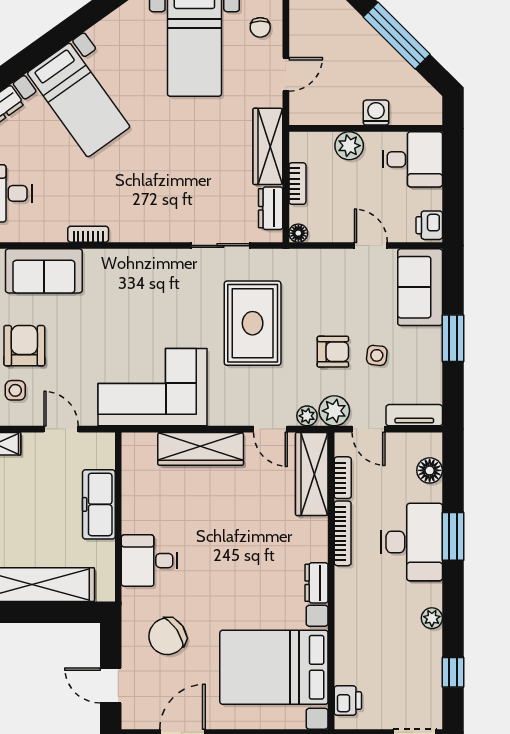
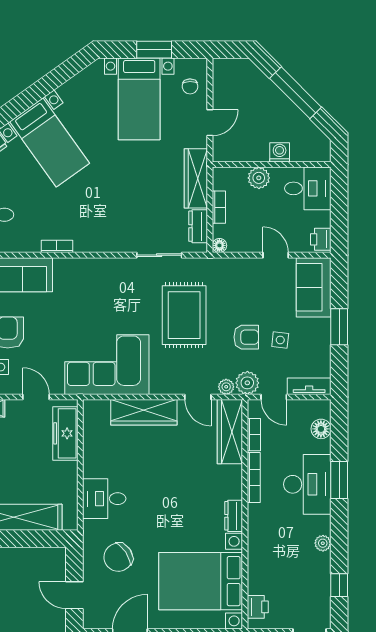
freezer: (99, 504) -> (65, 433), moved

